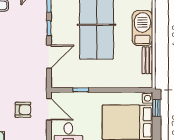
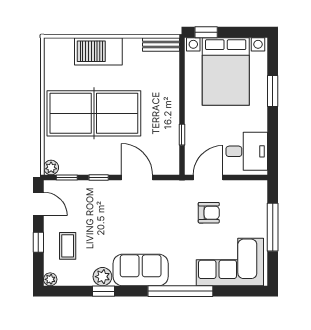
bench: (147, 60) -> (161, 45), moved
armchair: (23, 110) -> (209, 213), turned 90

